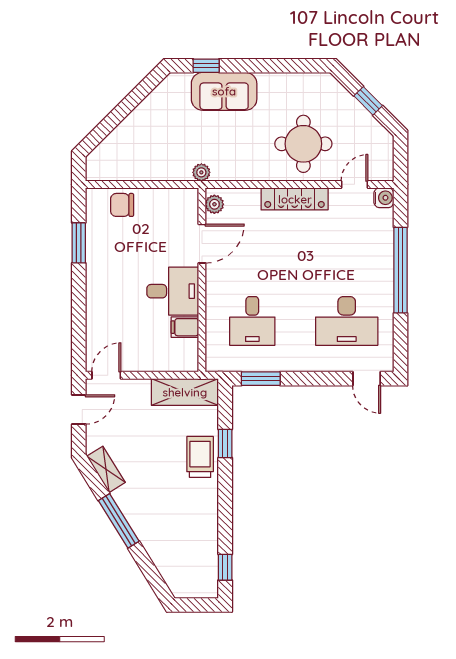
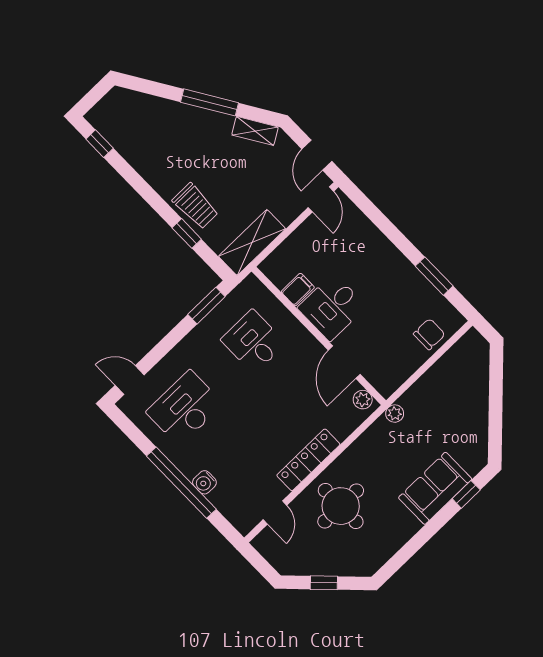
water cooler: (384, 198) -> (204, 482), moved

